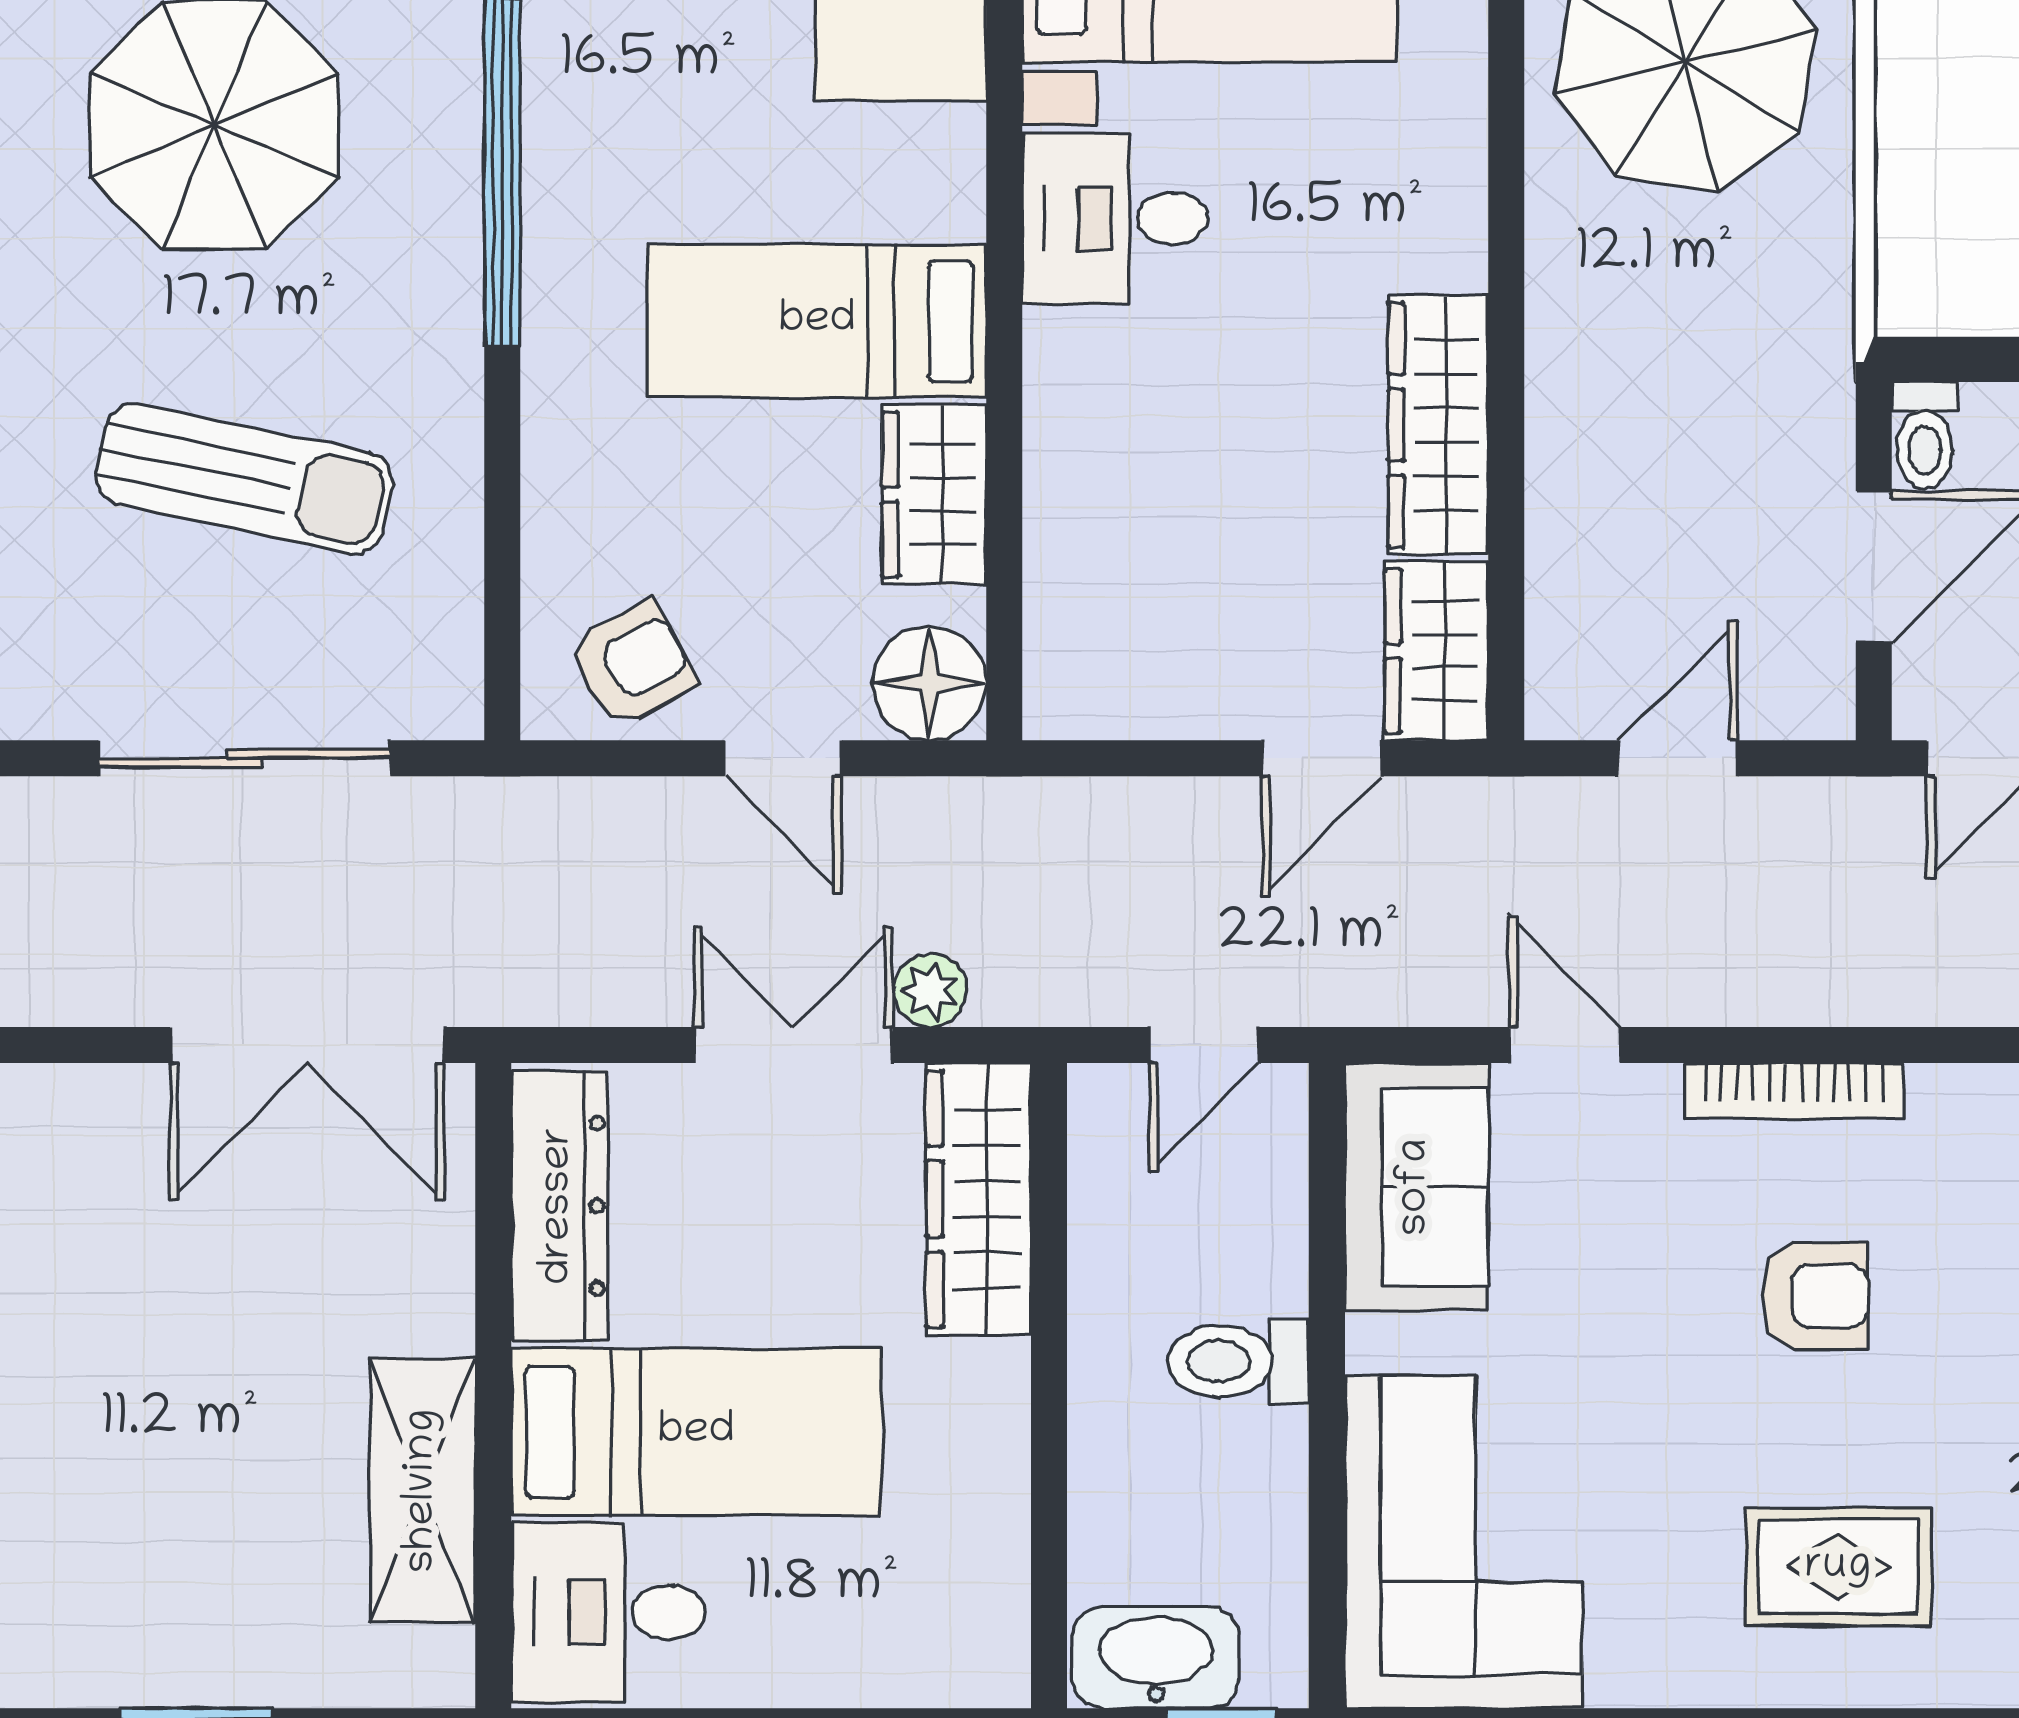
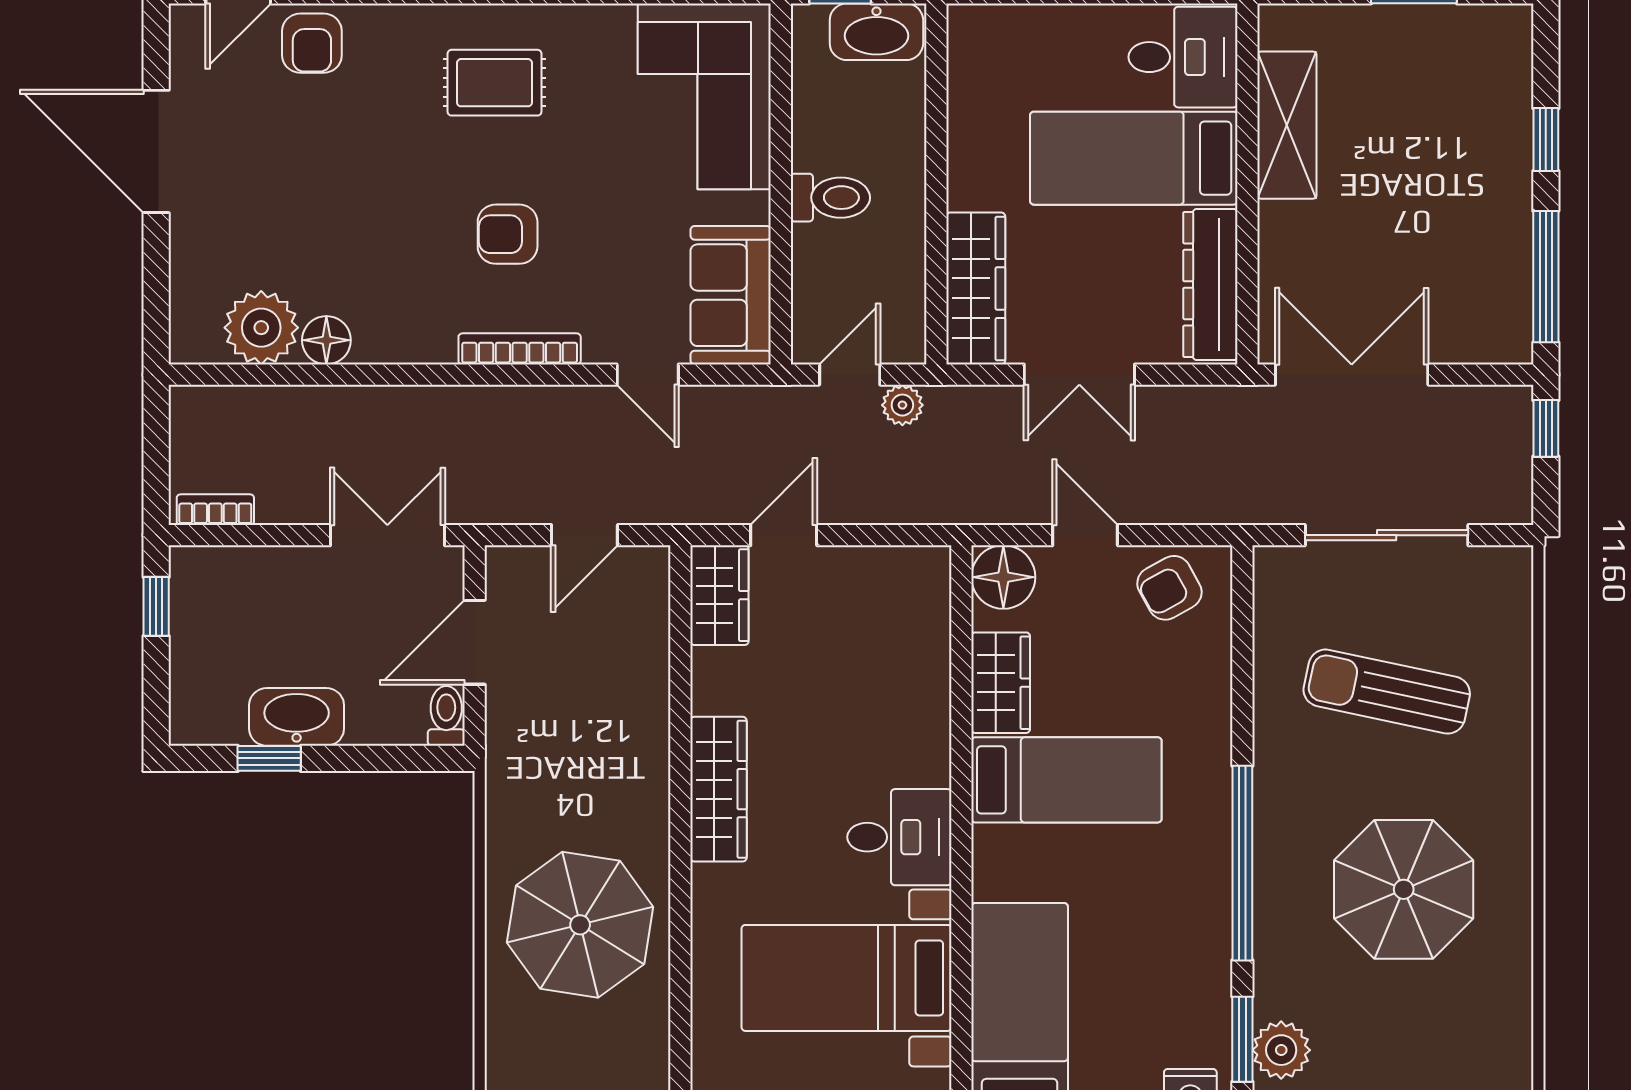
wardrobe: (1438, 425) -> (718, 789), moved
plant: (930, 991) -> (902, 405), moved

